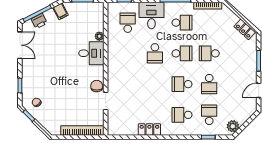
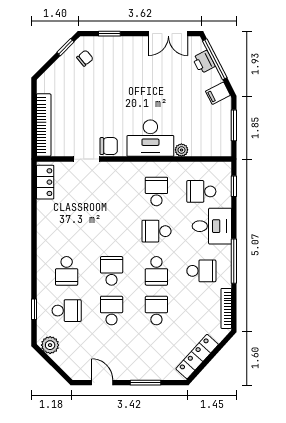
school desk: (128, 23) -> (201, 191), turned 180
school desk: (182, 23) -> (201, 271), turned -90
locker: (245, 29) -> (197, 357), width x1.53
desk: (91, 53) -> (150, 138), width x1.37
school desk: (128, 53) -> (156, 191), added
school desk: (209, 84) -> (112, 311), turned 90
school desk: (182, 115) -> (67, 271), turned 180
locker: (149, 130) -> (45, 182), moved

